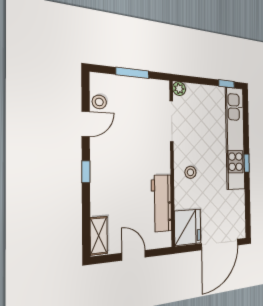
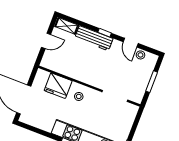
plant: (179, 89) -> (134, 109), removed
workbench: (161, 203) -> (94, 38), moved, turned 180
fridge: (188, 227) -> (58, 86), moved

